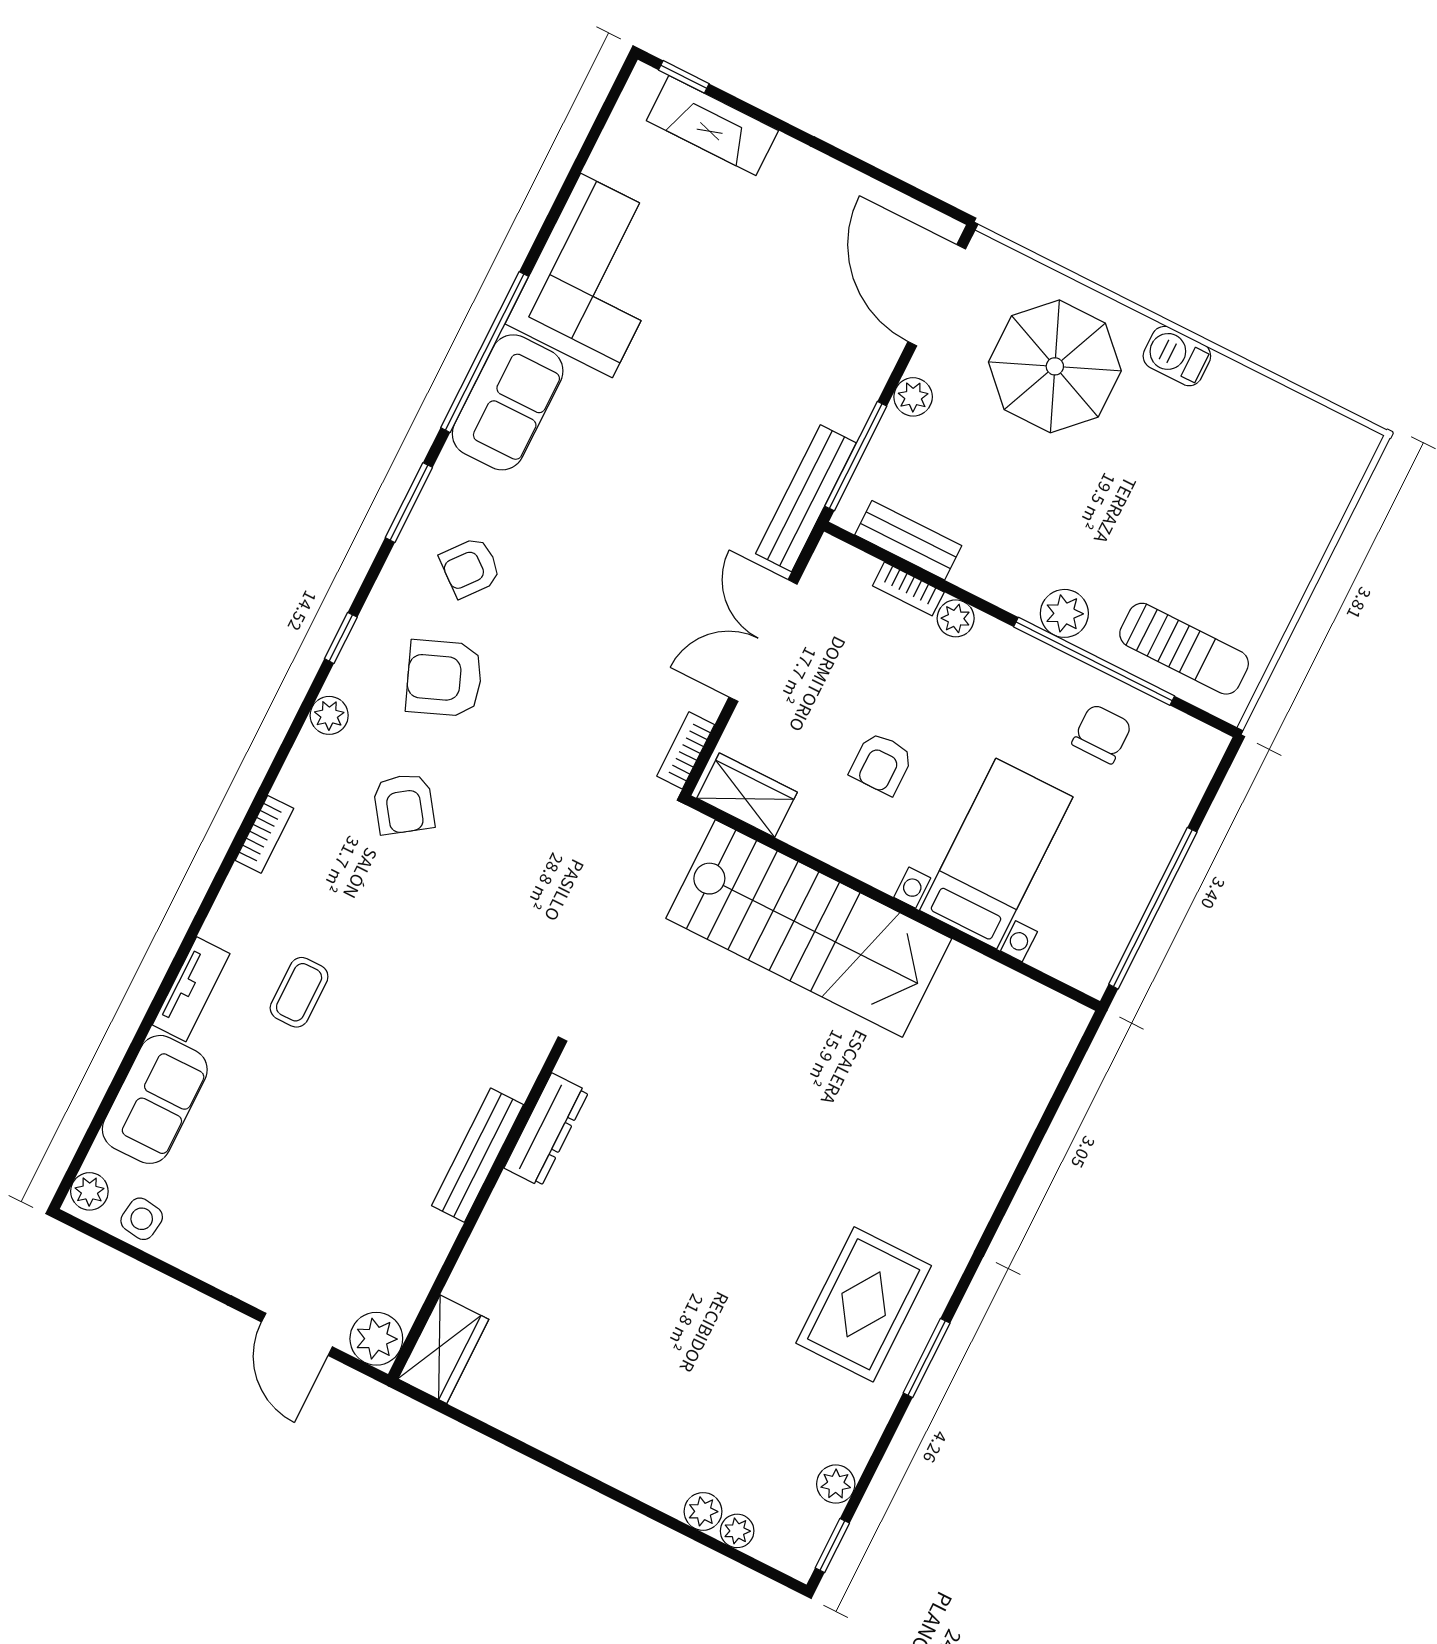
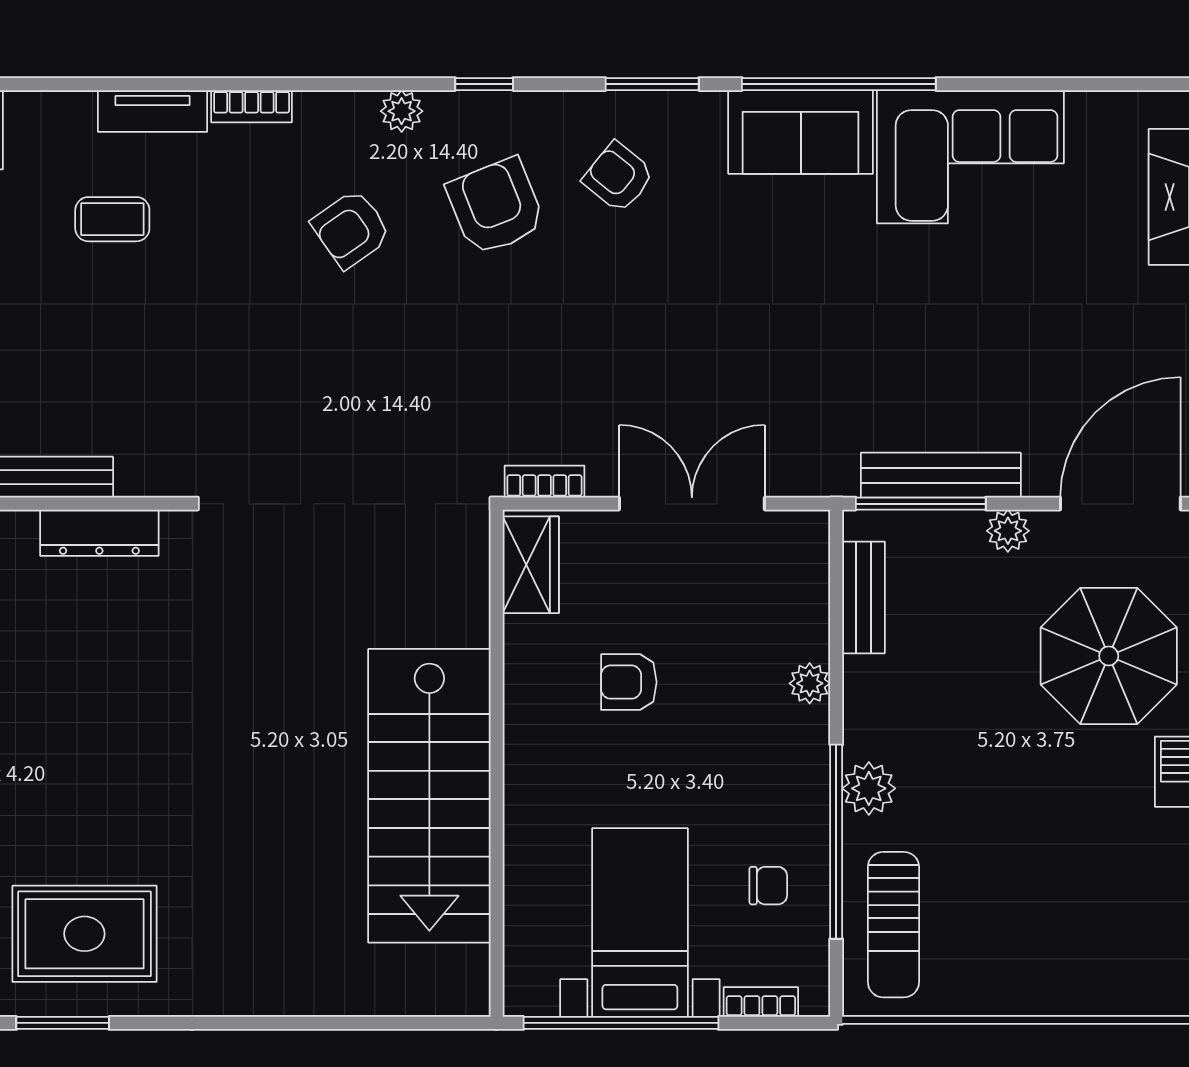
bench: (806, 498) -> (941, 475), moved
bookcase: (908, 589) -> (761, 1002), moved, turned 90
chair: (1102, 734) -> (768, 886), width x0.73, depth x0.73
bed with nightstands: (996, 854) -> (640, 923), moved, turned -90
stairs: (809, 929) -> (429, 796), moved
tv unit: (191, 989) -> (152, 111), moved

